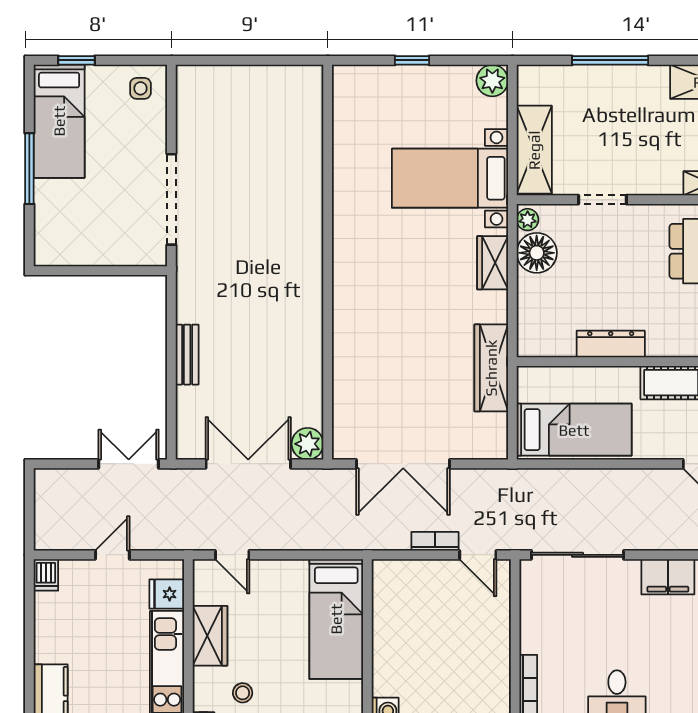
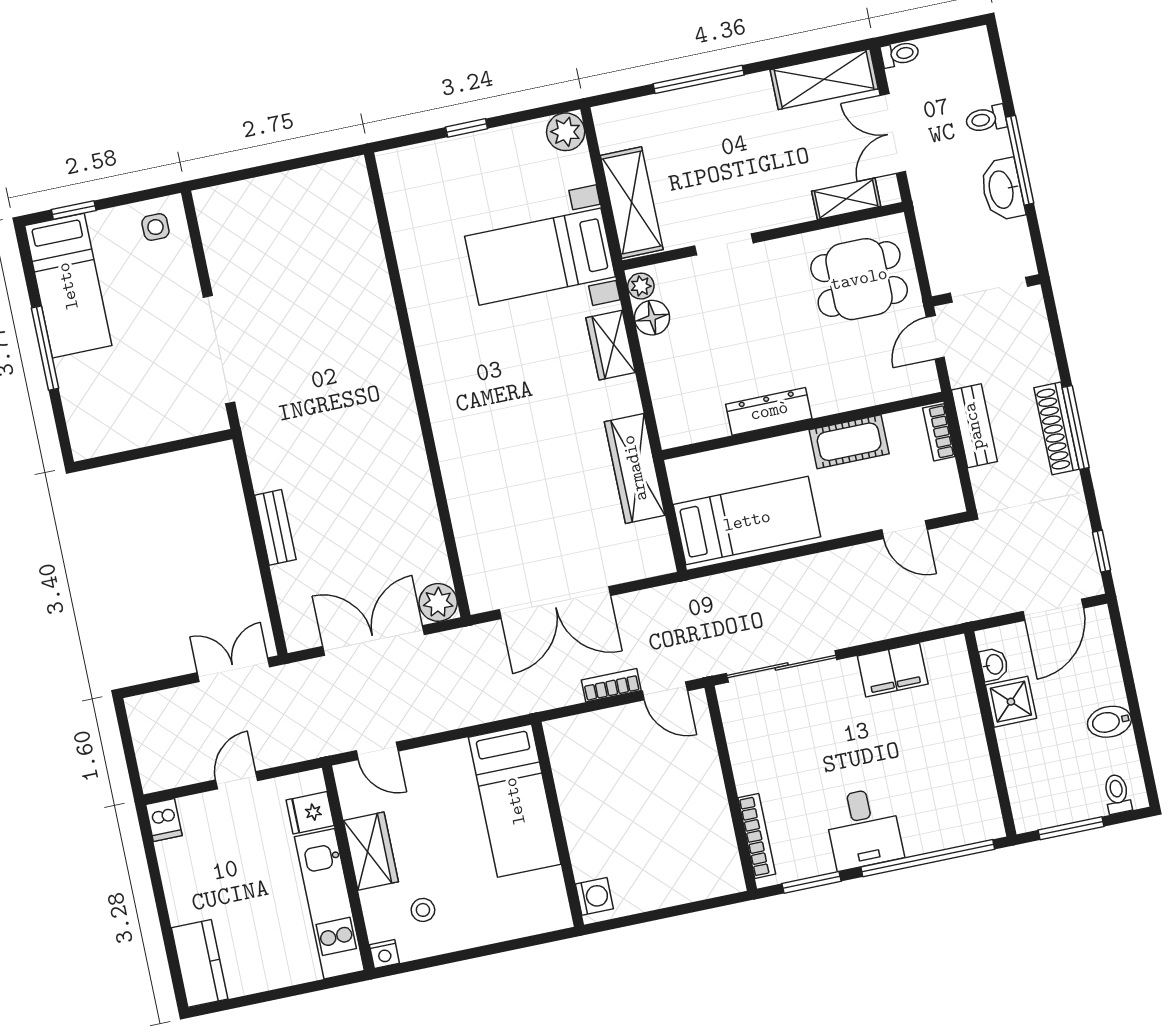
floor lamp: (537, 253) -> (652, 318), width x0.73, depth x0.73

